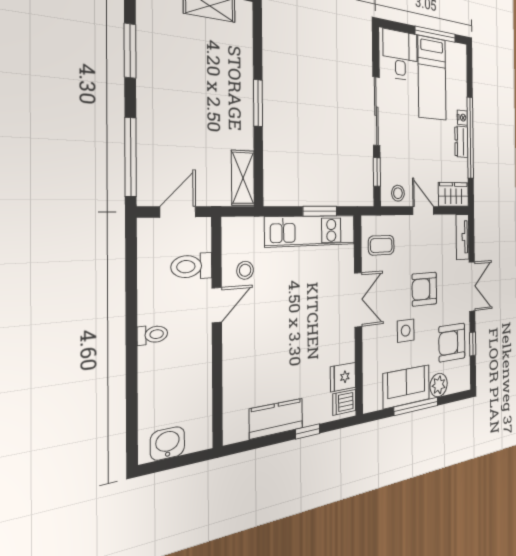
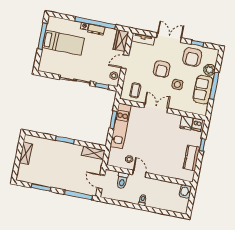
desk: (400, 55) -> (51, 61), removed
washbasin: (168, 443) -> (185, 191), moved

